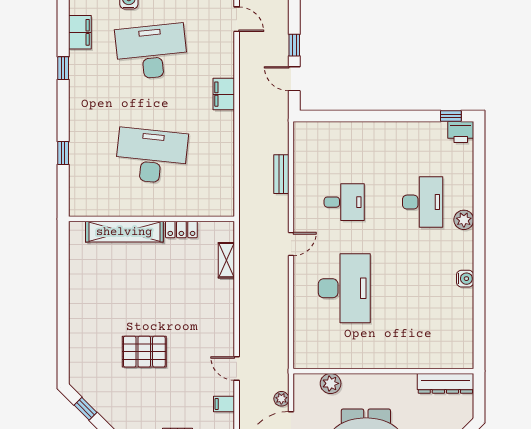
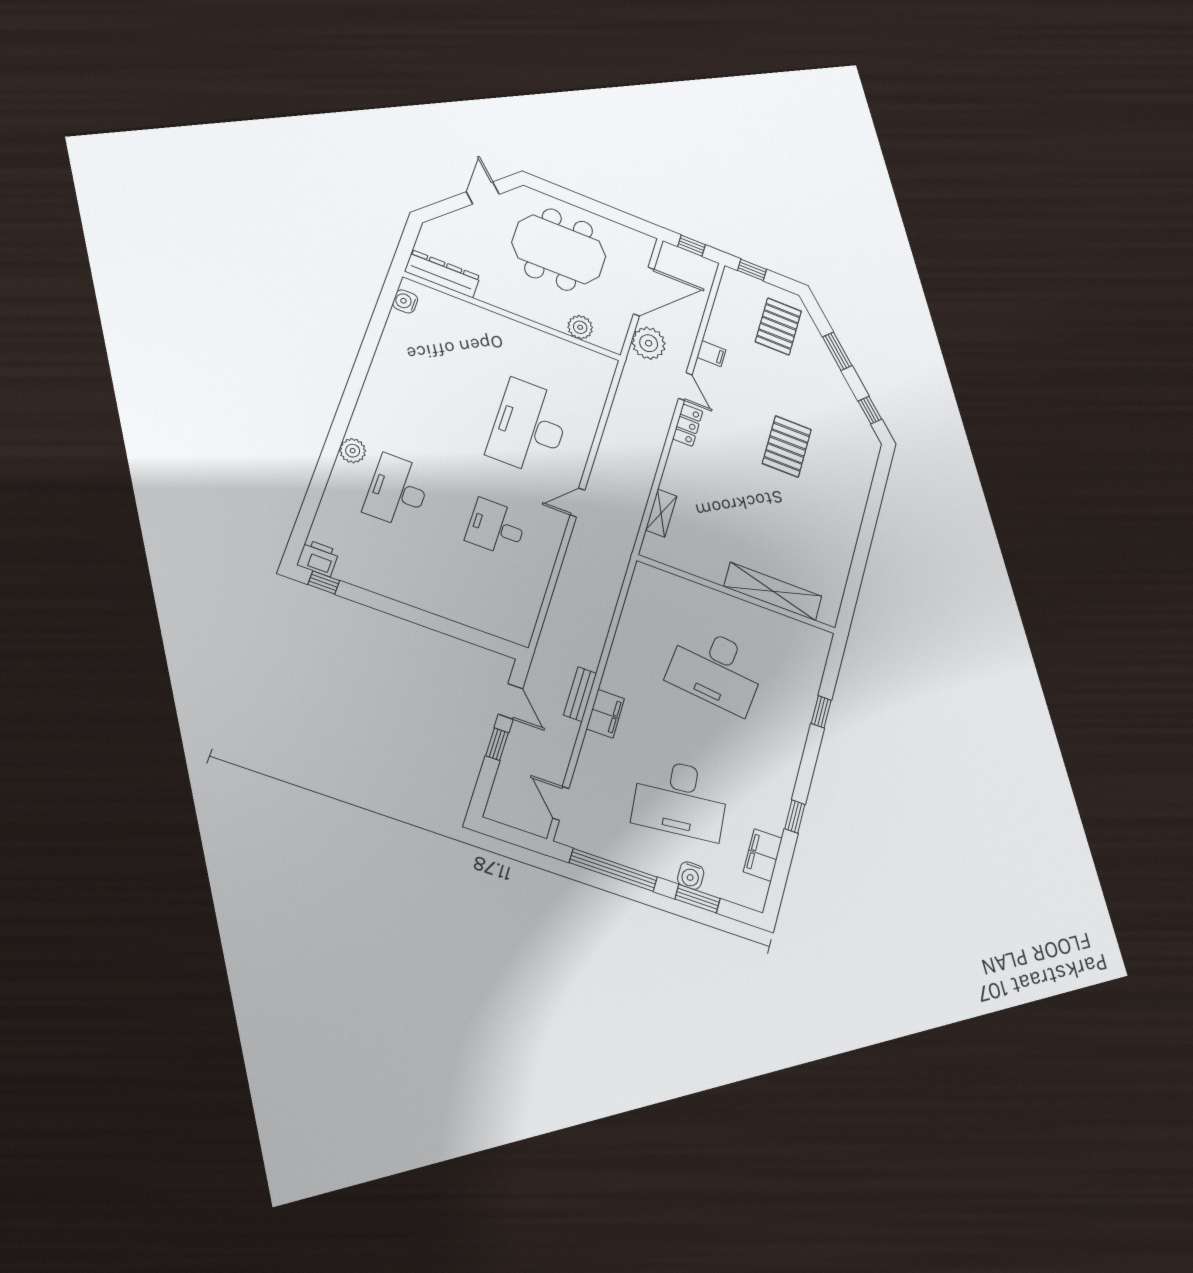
bench: (281, 174) -> (580, 694), moved
locker: (181, 230) -> (688, 425), moved, turned 90
water cooler: (465, 279) -> (405, 301), moved
pallet: (144, 352) -> (787, 446), turned 90
plant: (281, 399) -> (649, 343), width x1.88, depth x1.88

